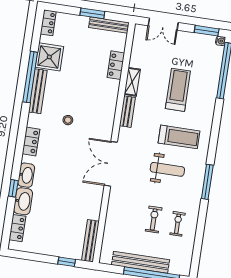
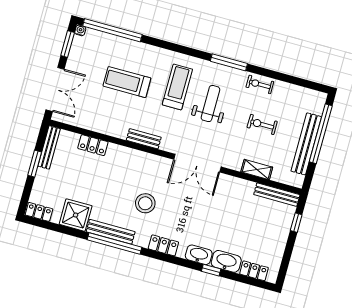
double door: (163, 24) -> (55, 89), width x1.37
window: (30, 77) -> (114, 244), moved
shelving: (132, 82) -> (257, 170), moved
stool: (68, 120) -> (145, 203), width x1.89, depth x1.89
exercise bike: (177, 224) -> (260, 84), moved

